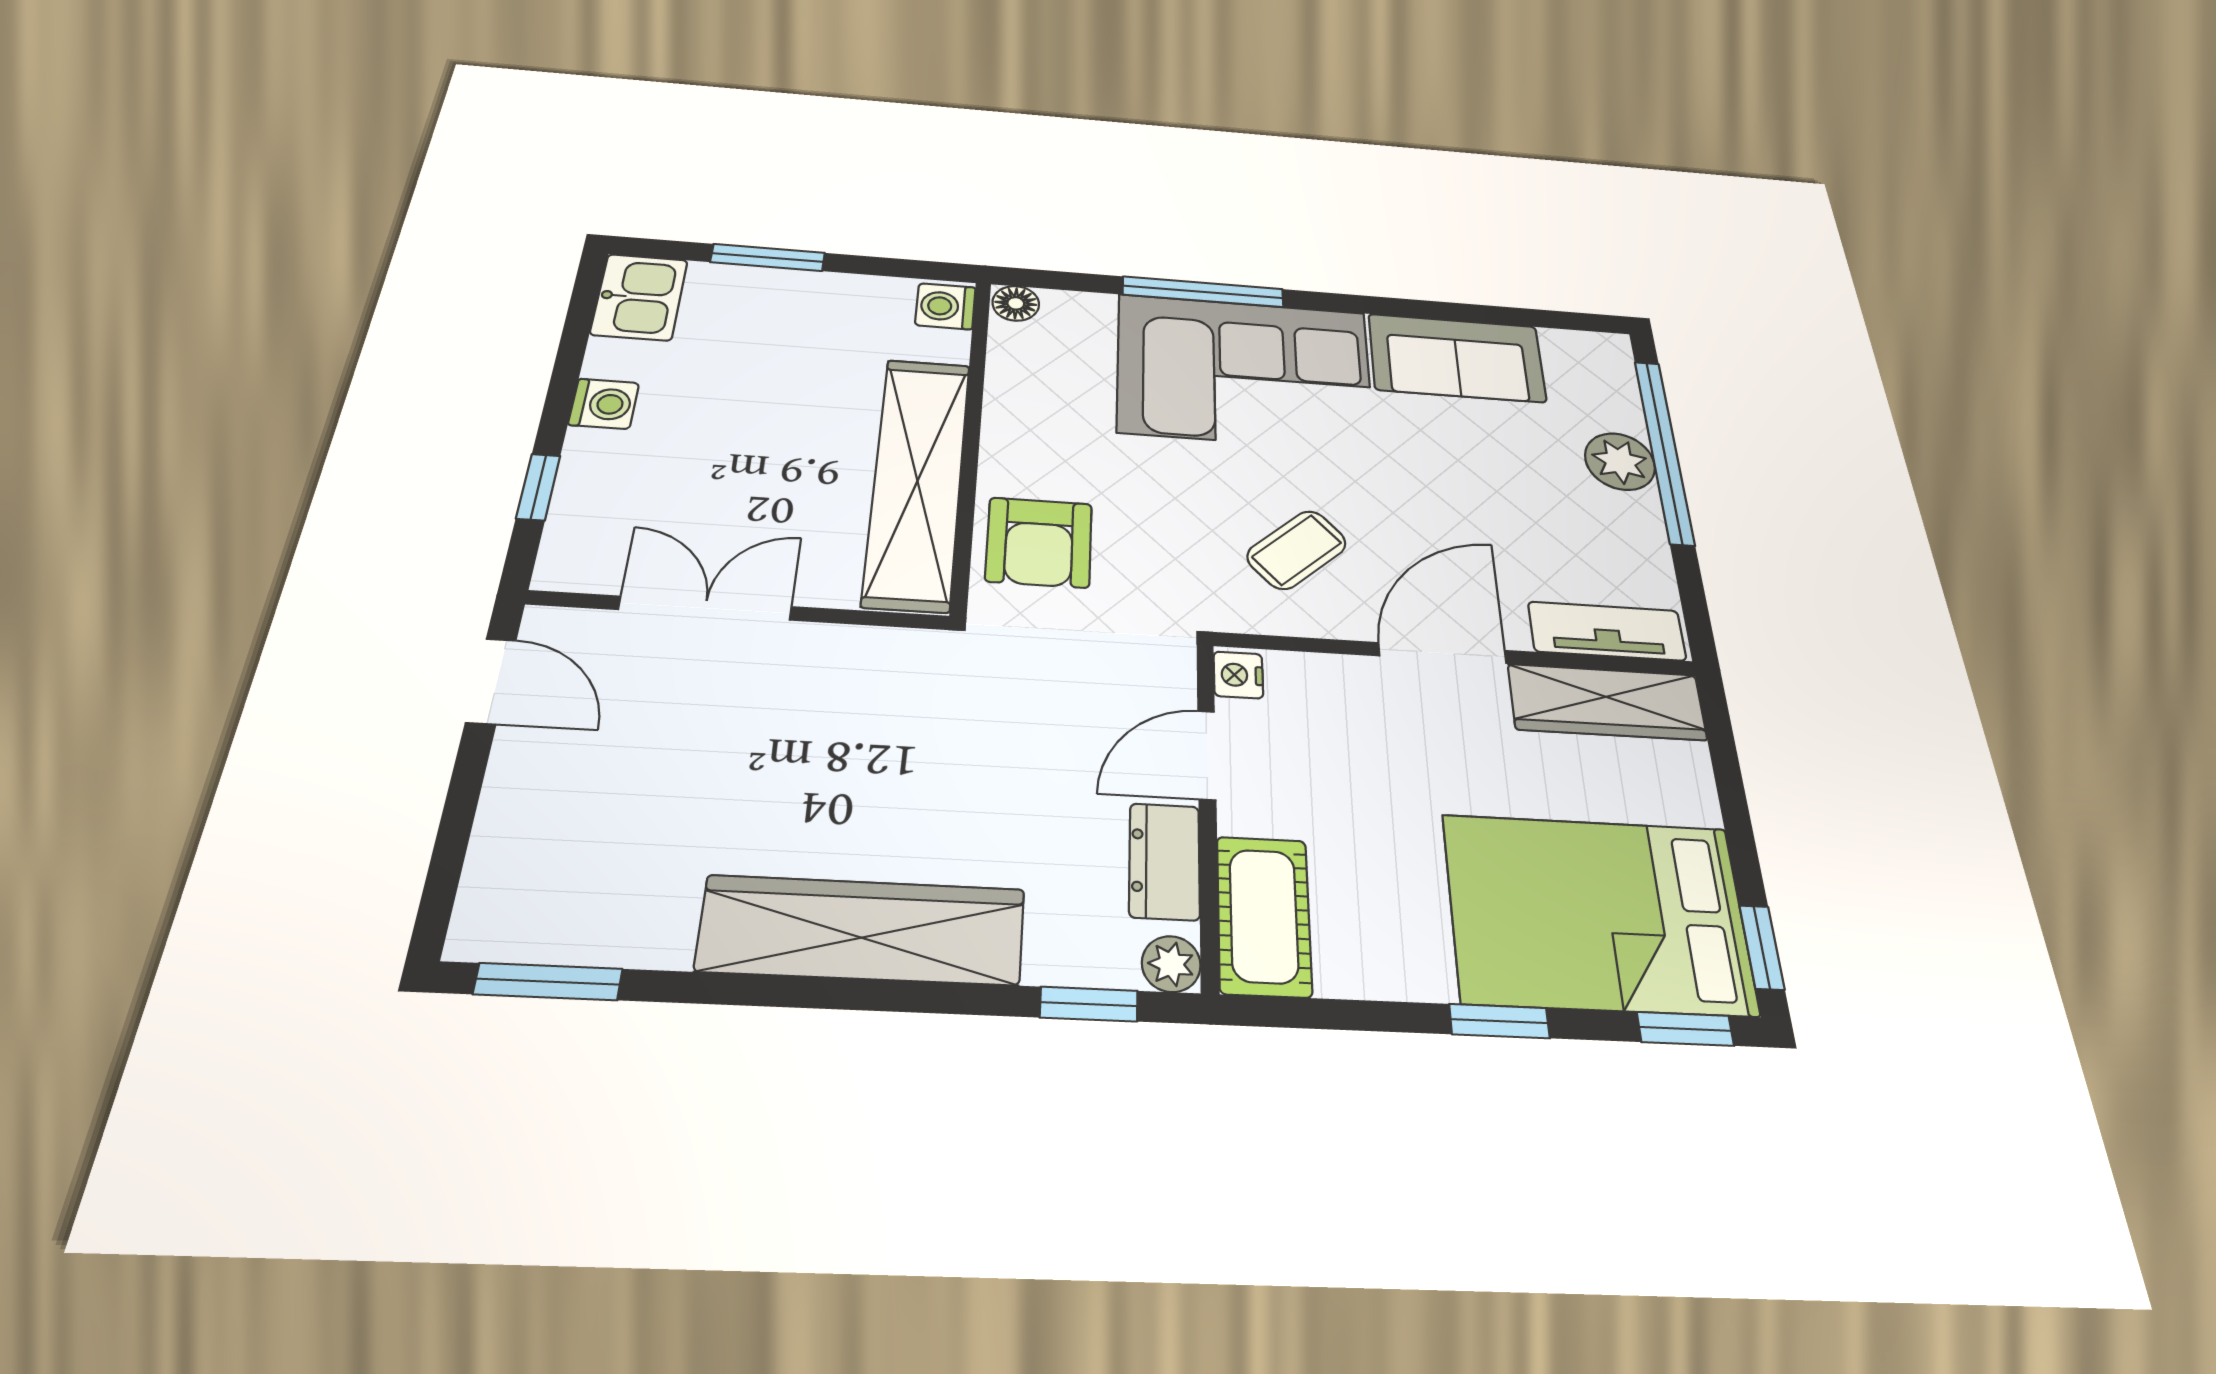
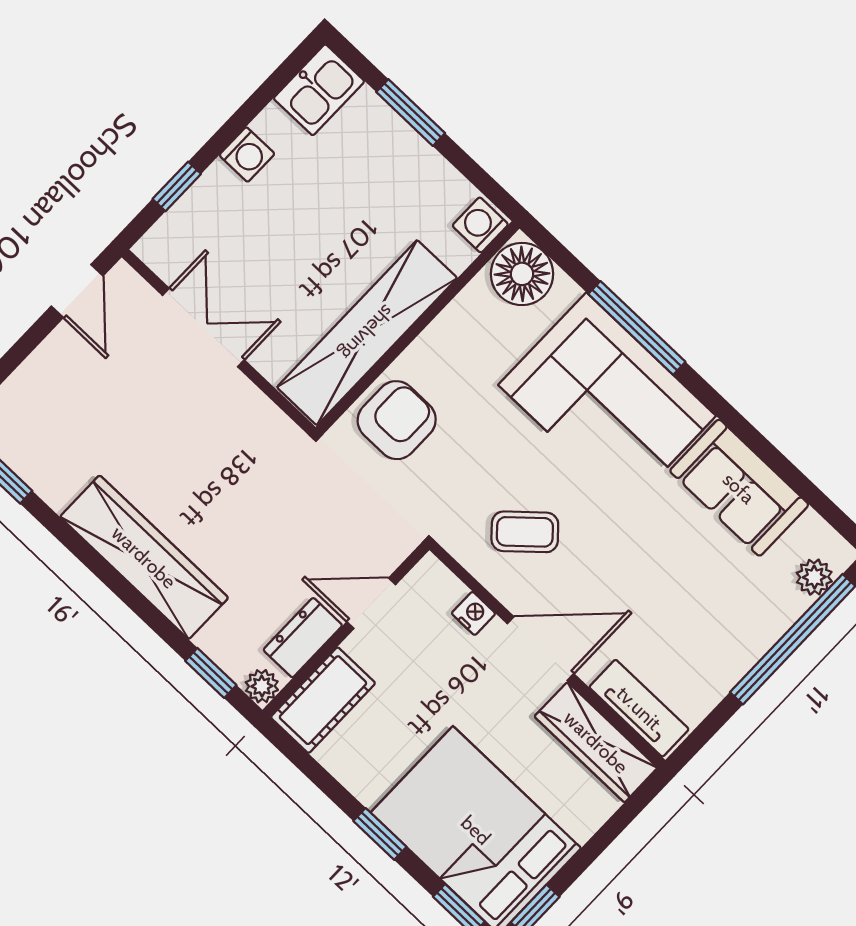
floor lamp: (1016, 303) -> (522, 274), width x1.89, depth x1.89
plant: (1620, 462) -> (814, 577), moved, width x0.73, depth x0.73
armchair: (1039, 542) -> (397, 420), turned 180
nightstand: (1238, 675) -> (473, 613), moved, turned 90

